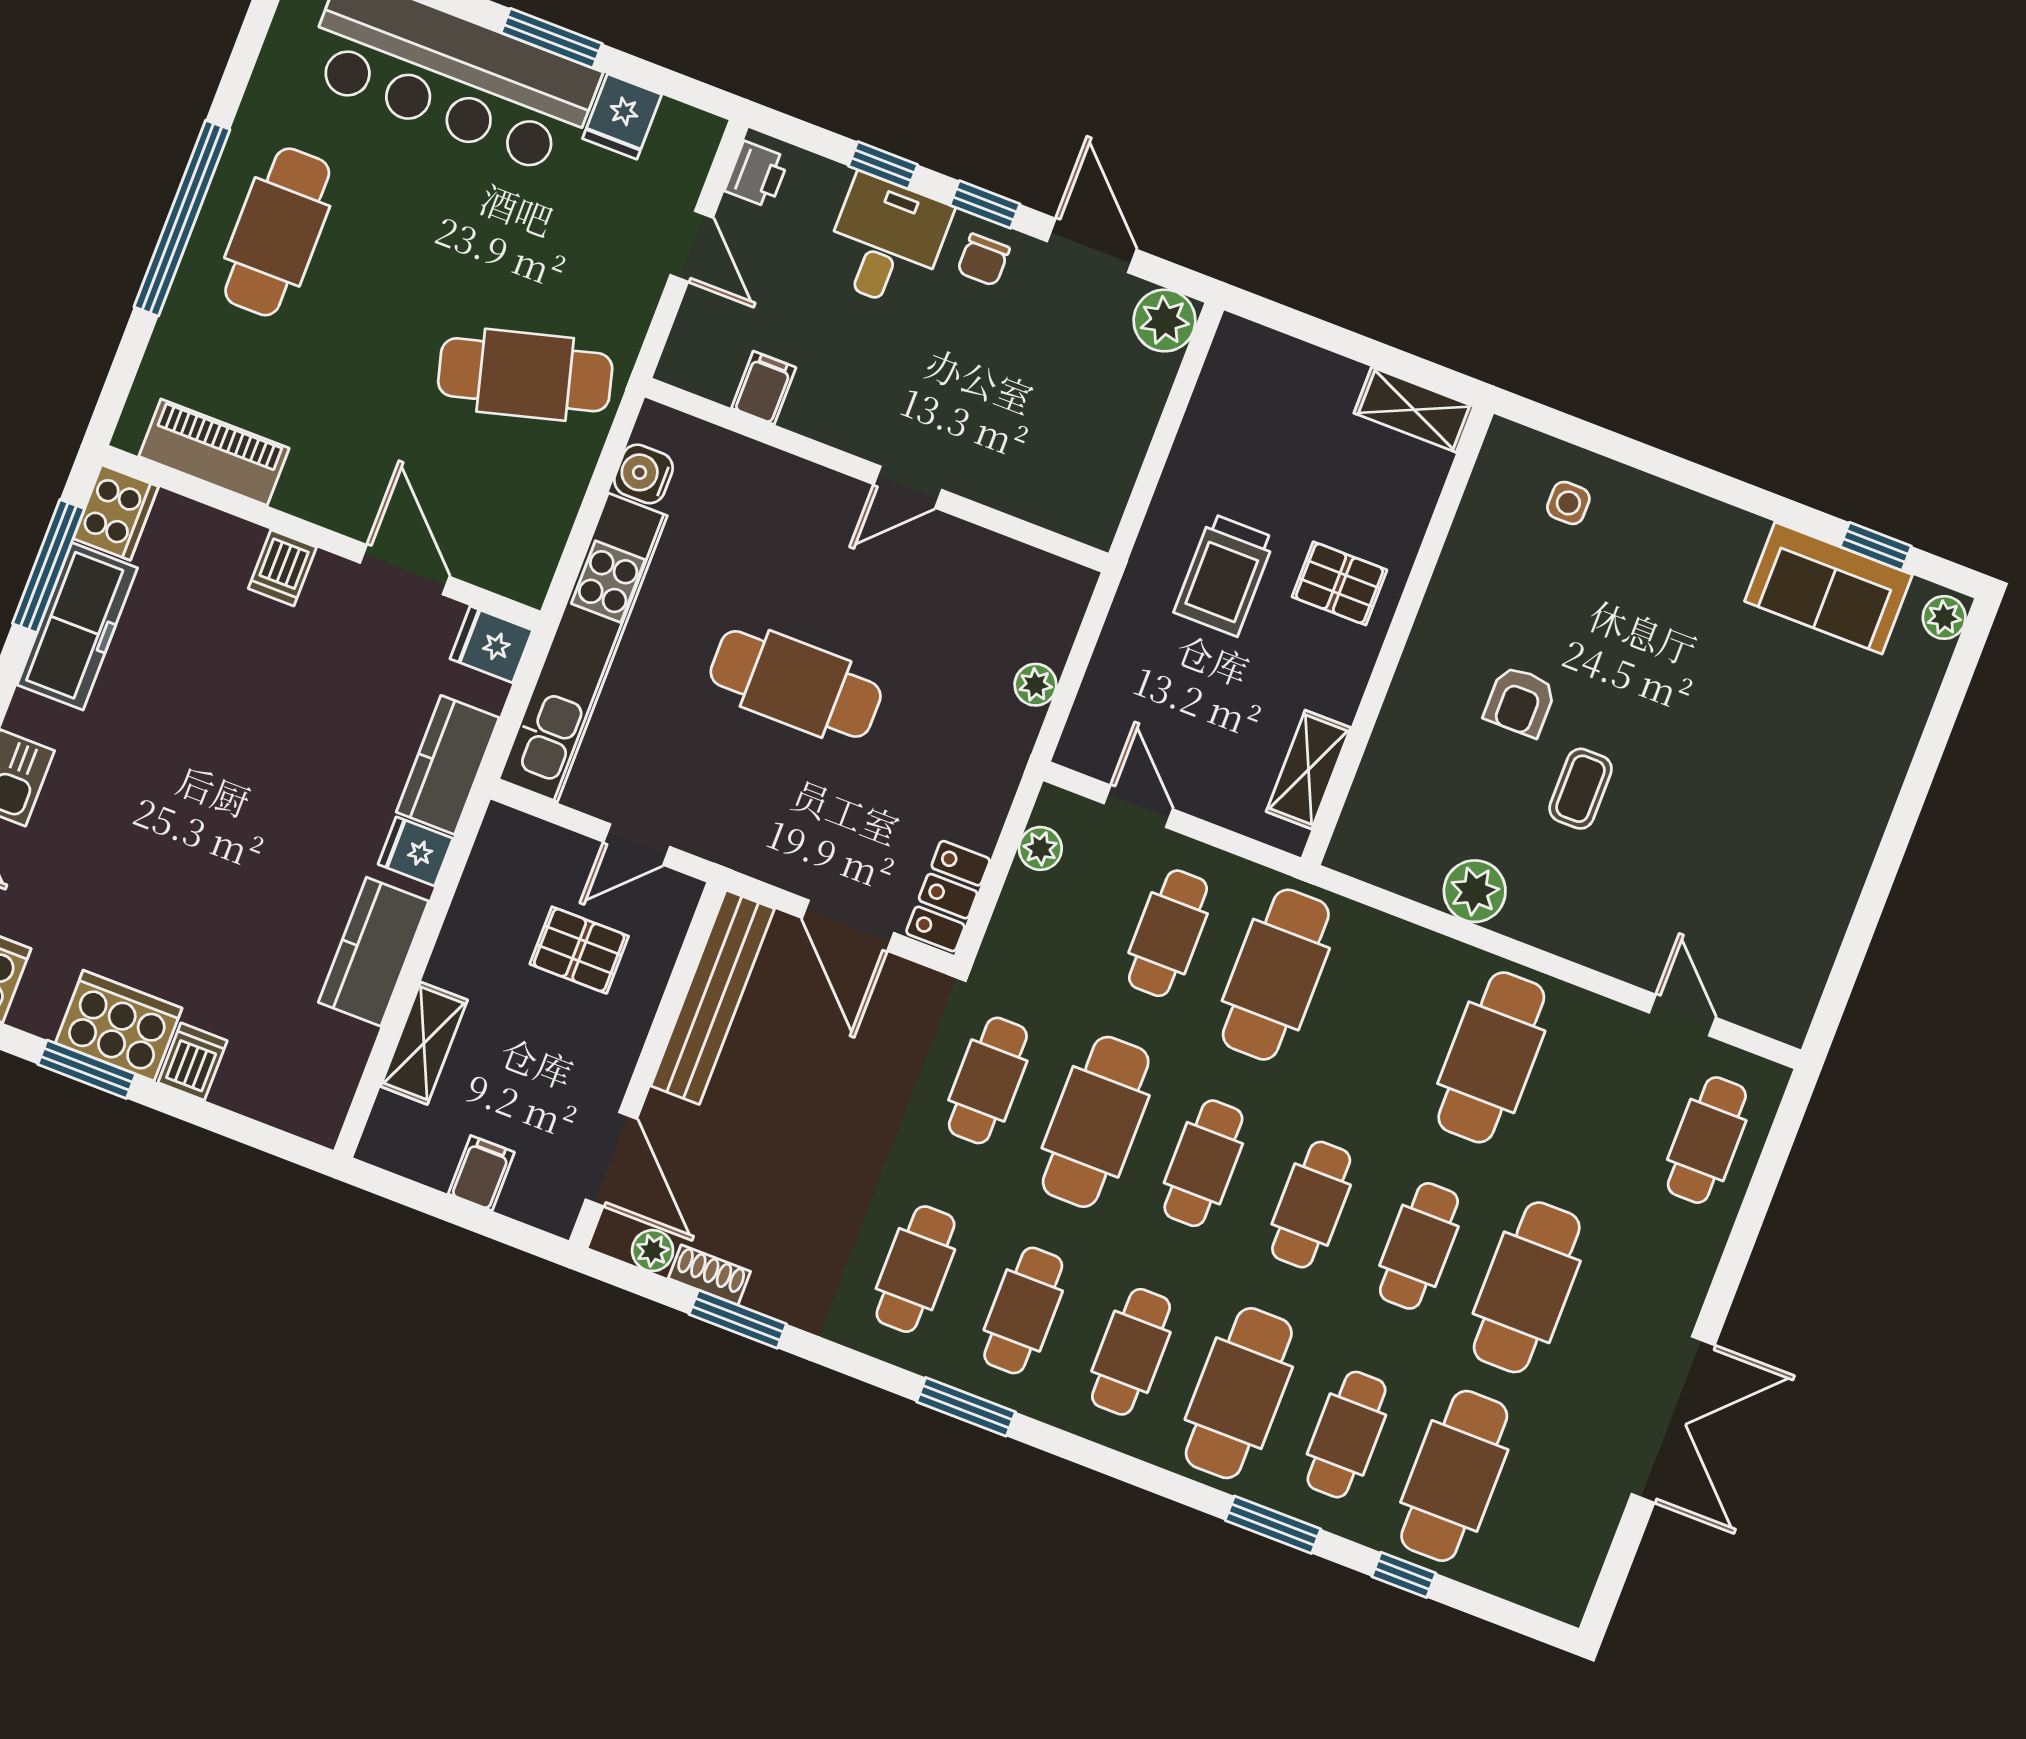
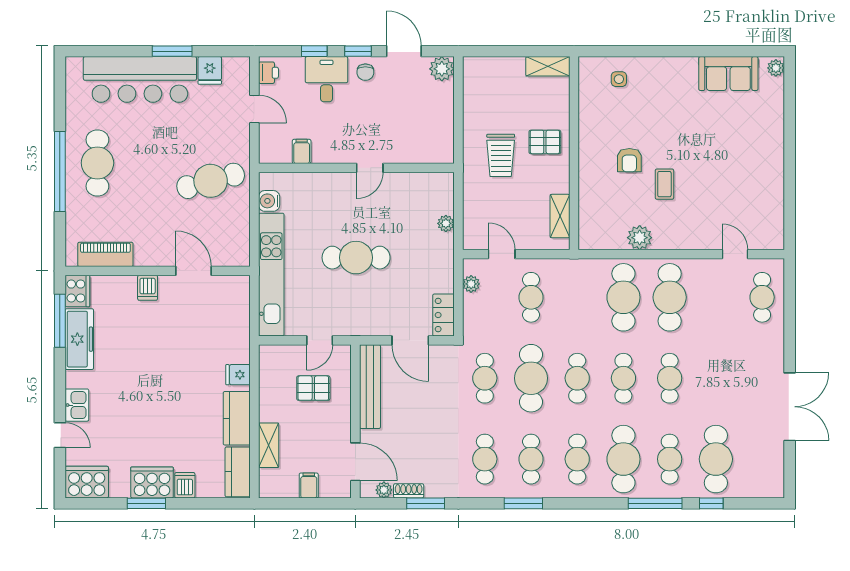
window: (1876, 546) -> (740, 51), removed
fridge: (491, 644) -> (237, 286), removed
kitchen counter: (448, 765) -> (238, 472), moved
cafe table: (1276, 975) -> (623, 297), moved
cafe table: (1527, 1287) -> (716, 378), removed
window: (1273, 1525) -> (655, 503), width x1.44

